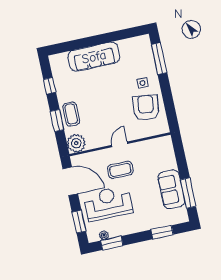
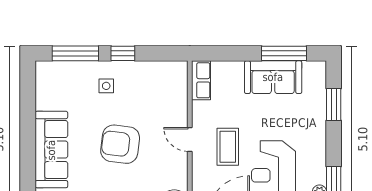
window: (166, 89) -> (123, 53), added
armchair: (146, 108) -> (120, 144), moved
row of seats: (159, 143) -> (201, 80), added

